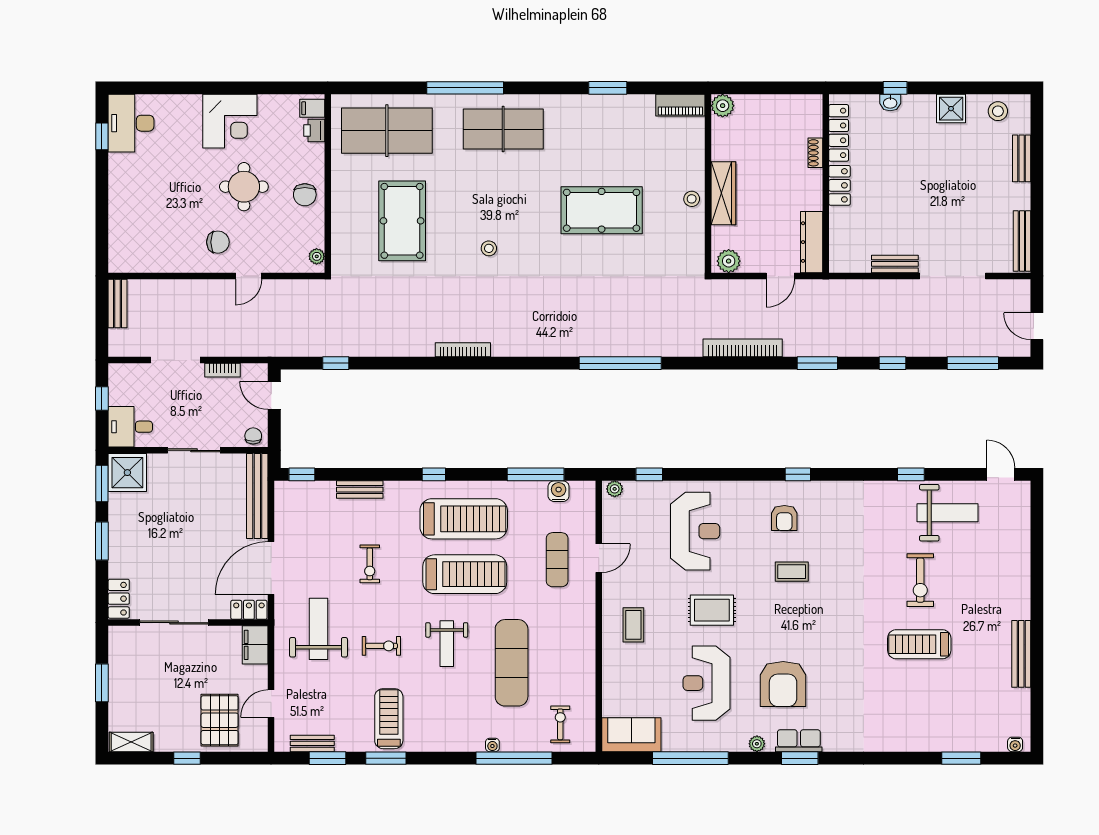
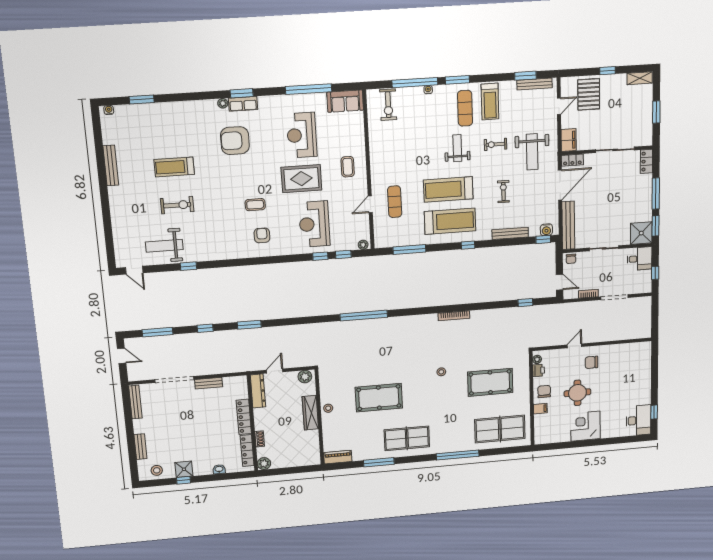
window: (608, 88) -> (379, 462), width x1.44
window: (895, 88) -> (183, 480), moved
plant: (723, 106) -> (264, 464), moved
filing cabinet: (312, 108) -> (540, 409), moved
table tennis table: (503, 129) -> (407, 438), moved
printer: (314, 131) -> (539, 370), moved
locker: (840, 185) -> (244, 417), width x1.53
pool table: (402, 221) -> (490, 382), turned 90
bench: (118, 303) -> (646, 325), removed
bookcase: (743, 348) -> (293, 330), removed
window: (798, 474) -> (320, 256), moved
bench: (360, 490) -> (510, 233), width x1.36
water cooler: (559, 491) -> (546, 230), moved
treadmill: (464, 519) -> (450, 221), turned 180
window: (102, 541) -> (656, 194), width x1.44
exercise bike: (920, 580) -> (177, 205), turned 90
rug: (712, 610) -> (301, 179), width x1.36, depth x1.43
treadmill: (919, 644) -> (174, 167), turned 180
exercise mat: (512, 663) -> (465, 108), moved, width x0.73, depth x0.69
reception desk: (706, 683) -> (302, 135), turned 180
armchair: (783, 684) -> (235, 141), moved, turned -90
exercise bike: (560, 724) -> (388, 105), width x1.38, depth x1.39
bench: (312, 743) -> (535, 84), width x1.36
plant: (757, 744) -> (223, 103), moved
window: (386, 758) -> (457, 80), moved

